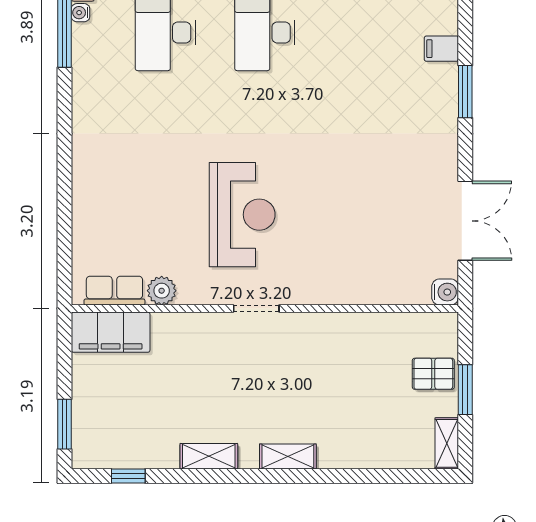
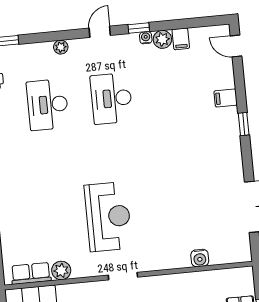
window: (465, 92) -> (244, 124), width x0.67
water cooler: (445, 292) -> (200, 258), moved, turned 90

